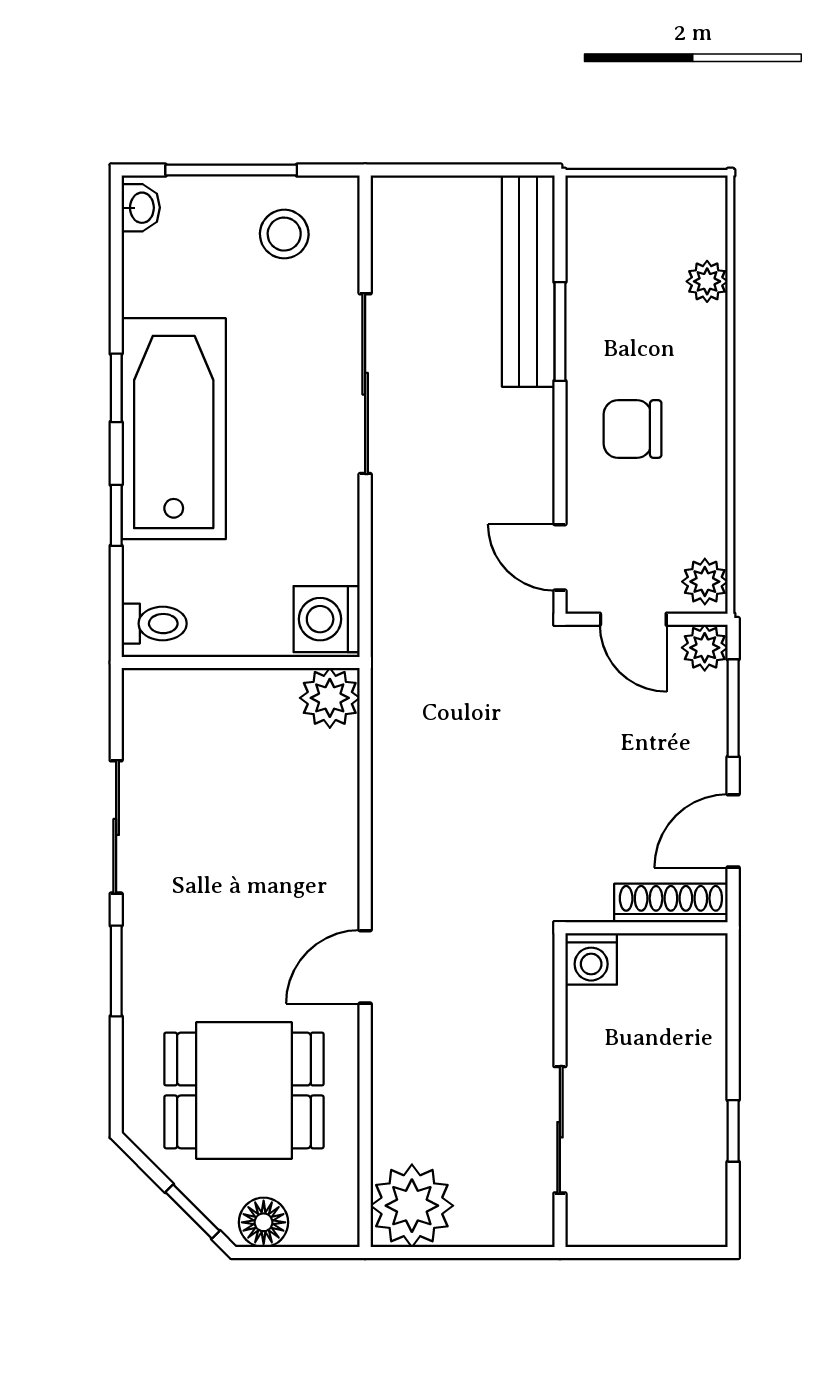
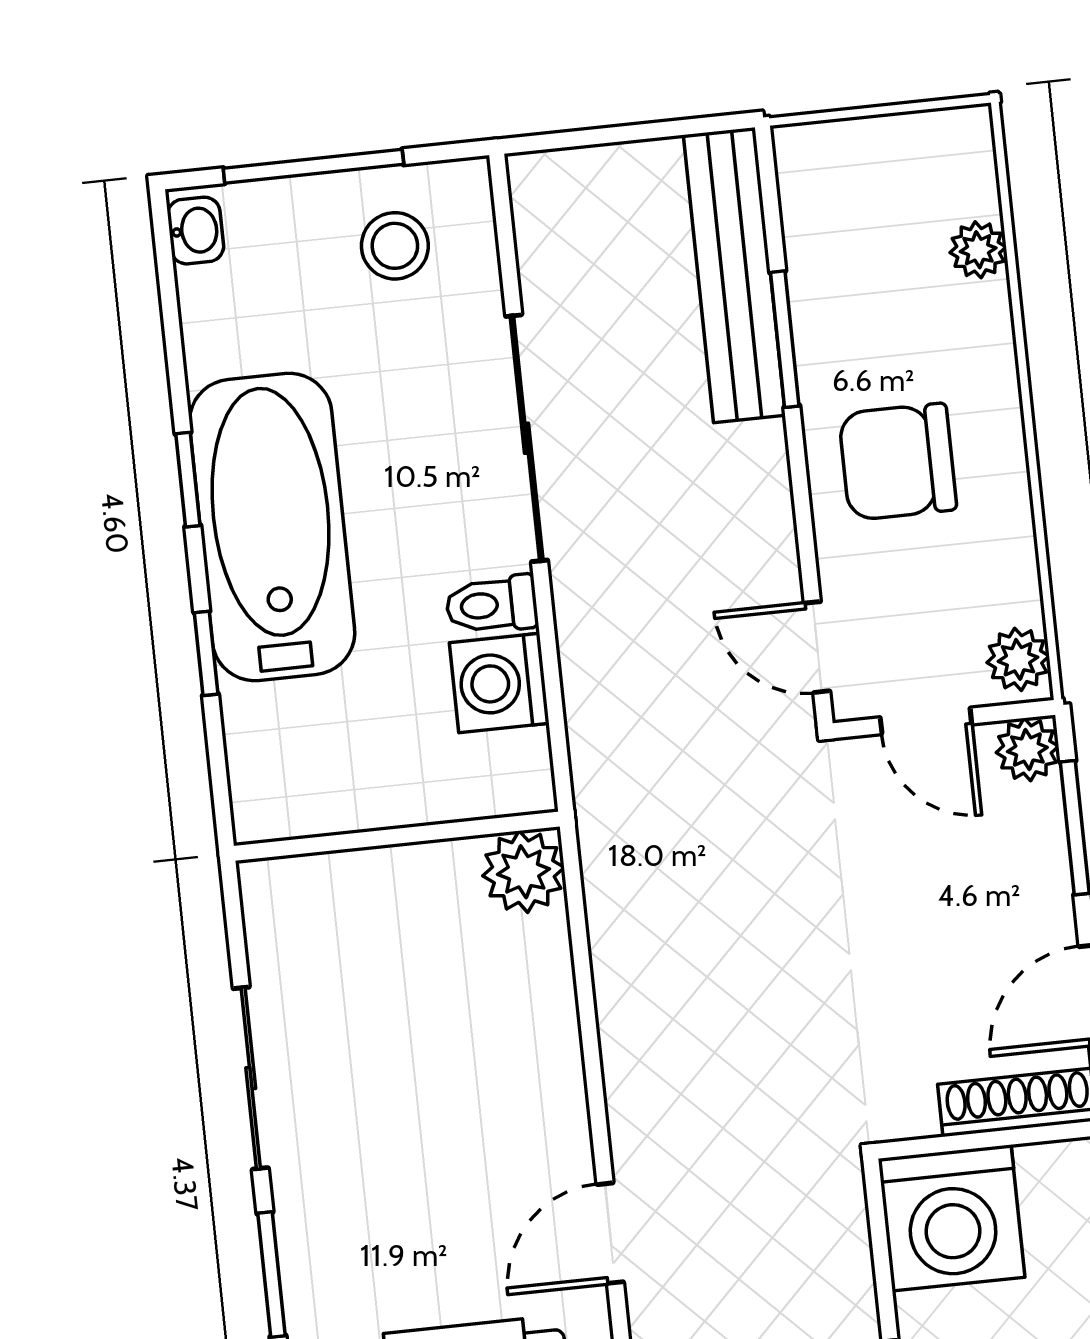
chair: (633, 429) -> (898, 462), width x1.37, depth x1.37
washing machine: (327, 619) -> (499, 683), moved
toilet: (154, 624) -> (492, 605), moved, turned 180
washing machine: (591, 959) -> (952, 1218), width x1.89, depth x1.89

